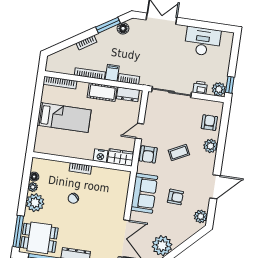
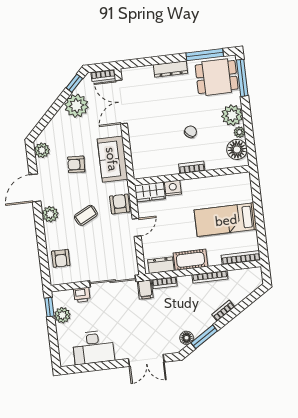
filing cabinet: (112, 73) -> (145, 289), moved
plant: (219, 89) -> (62, 315), moved
plant: (211, 146) -> (50, 214), moved
floor lamp: (34, 177) -> (237, 149), width x1.89, depth x1.89

